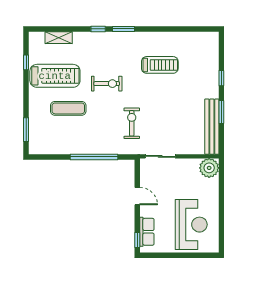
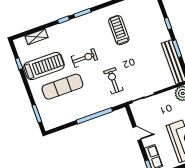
treadmill: (160, 65) -> (119, 30), turned -90
exercise mat: (68, 108) -> (62, 87), width x1.36, depth x1.45

